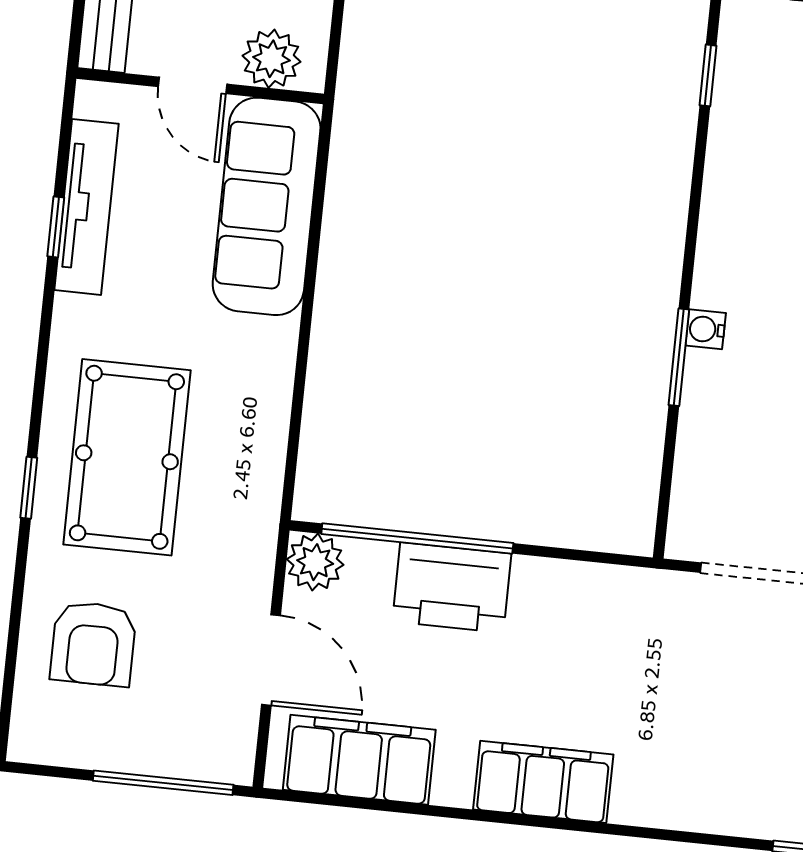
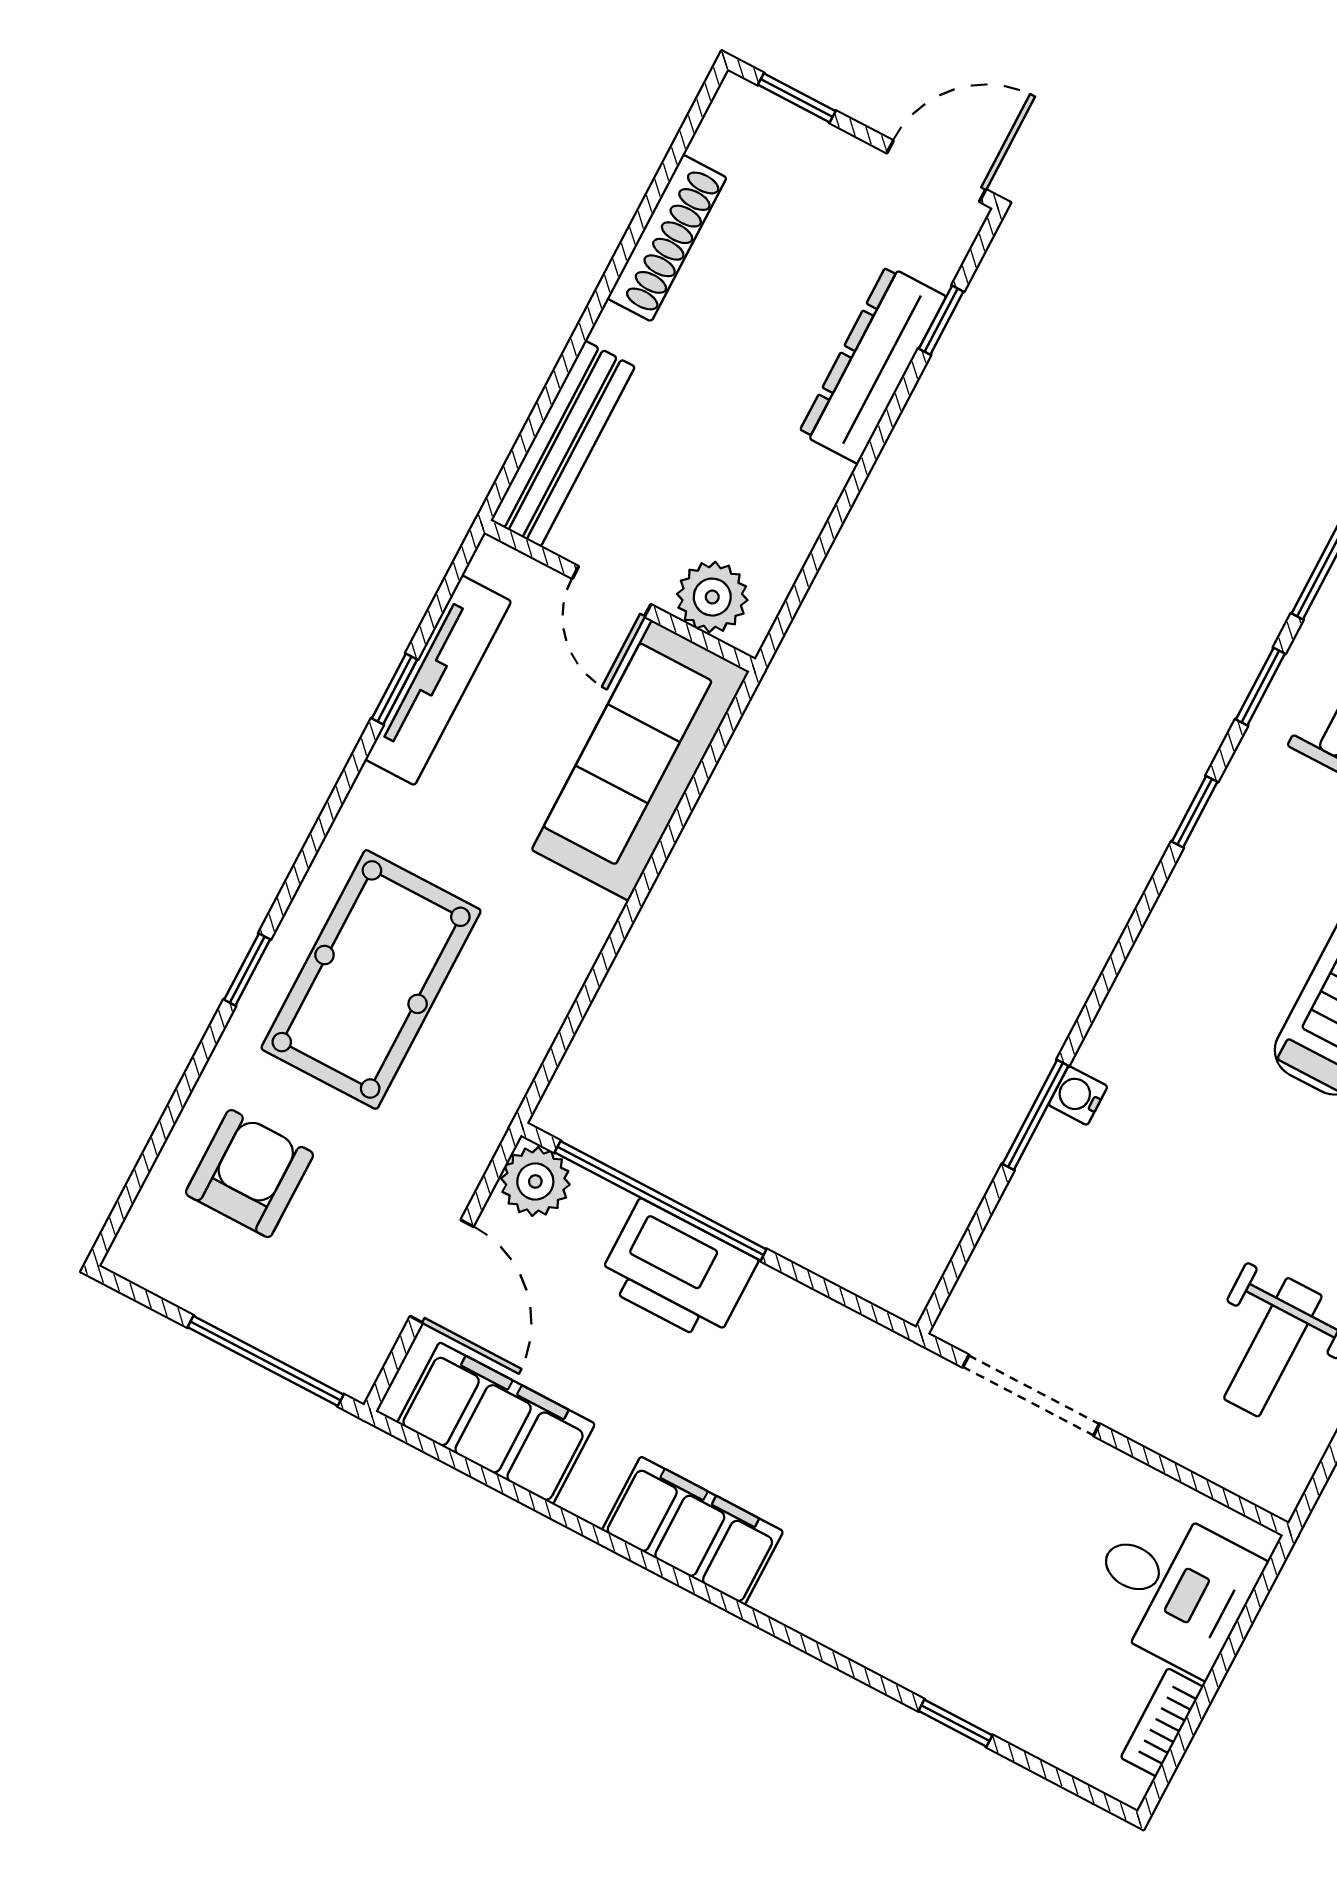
armchair: (93, 644) -> (249, 1174), turned 180

